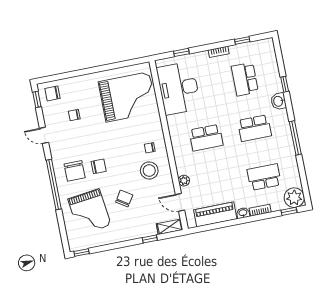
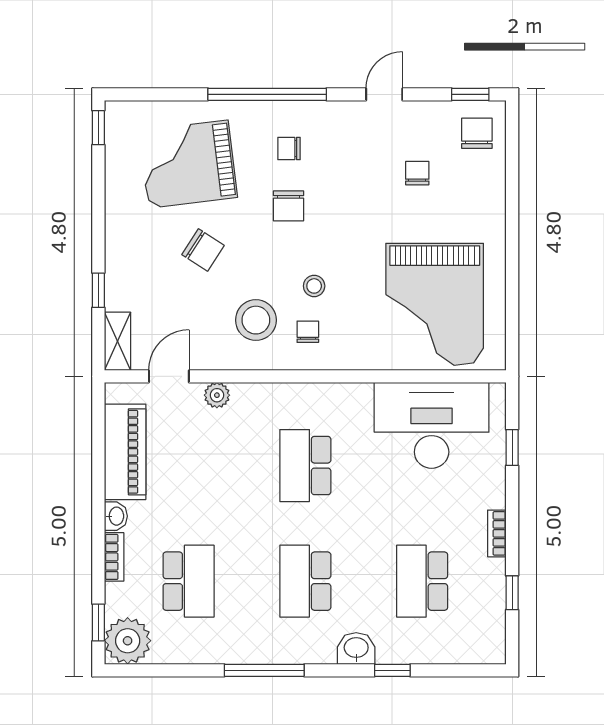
school desk: (245, 79) -> (422, 581), turned -90
stool: (130, 149) -> (314, 286), added
chair: (75, 171) -> (289, 149), width x0.54, depth x0.54

